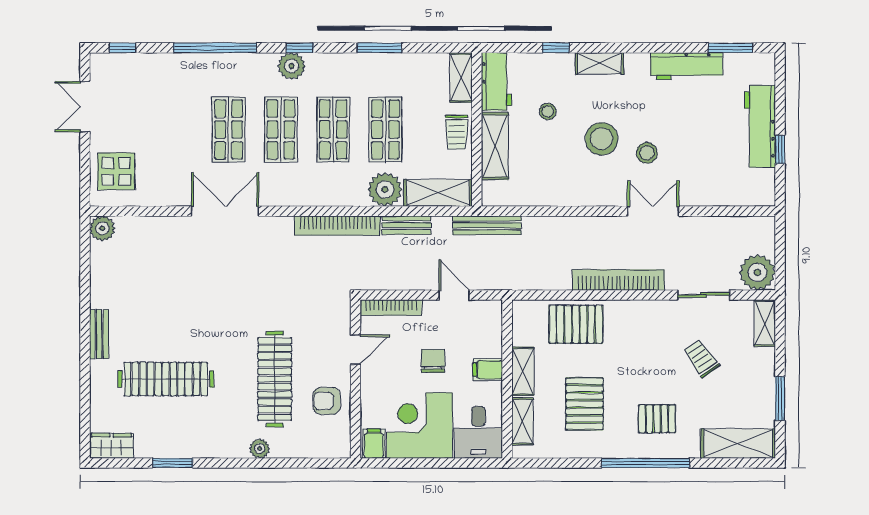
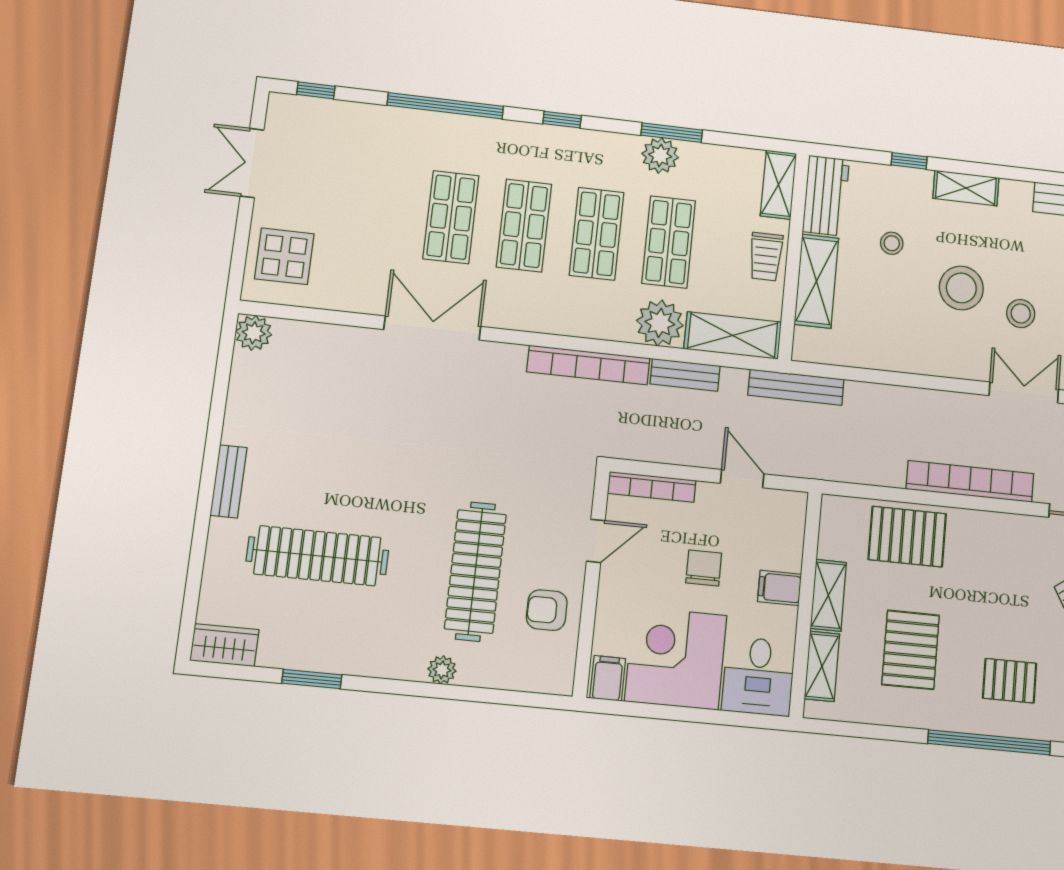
plant: (292, 66) -> (660, 155), moved

